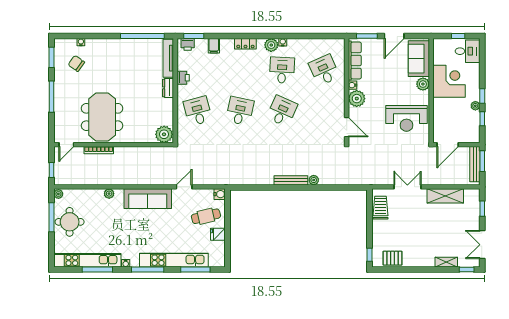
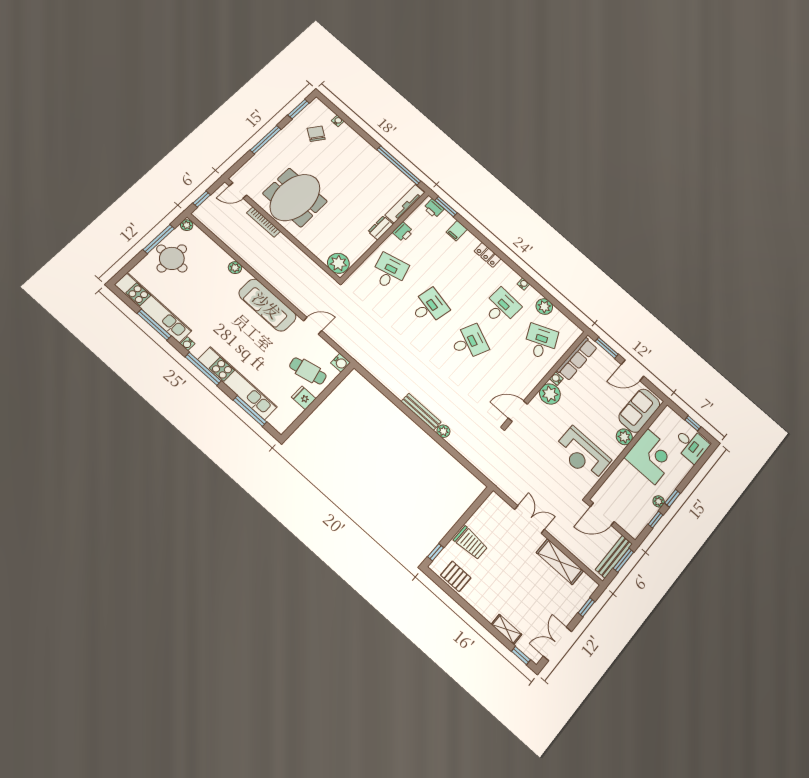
plant: (271, 45) -> (544, 307), moved
door: (347, 127) -> (518, 411), swing flipped
trolley: (380, 208) -> (471, 543), moved, turned 90

